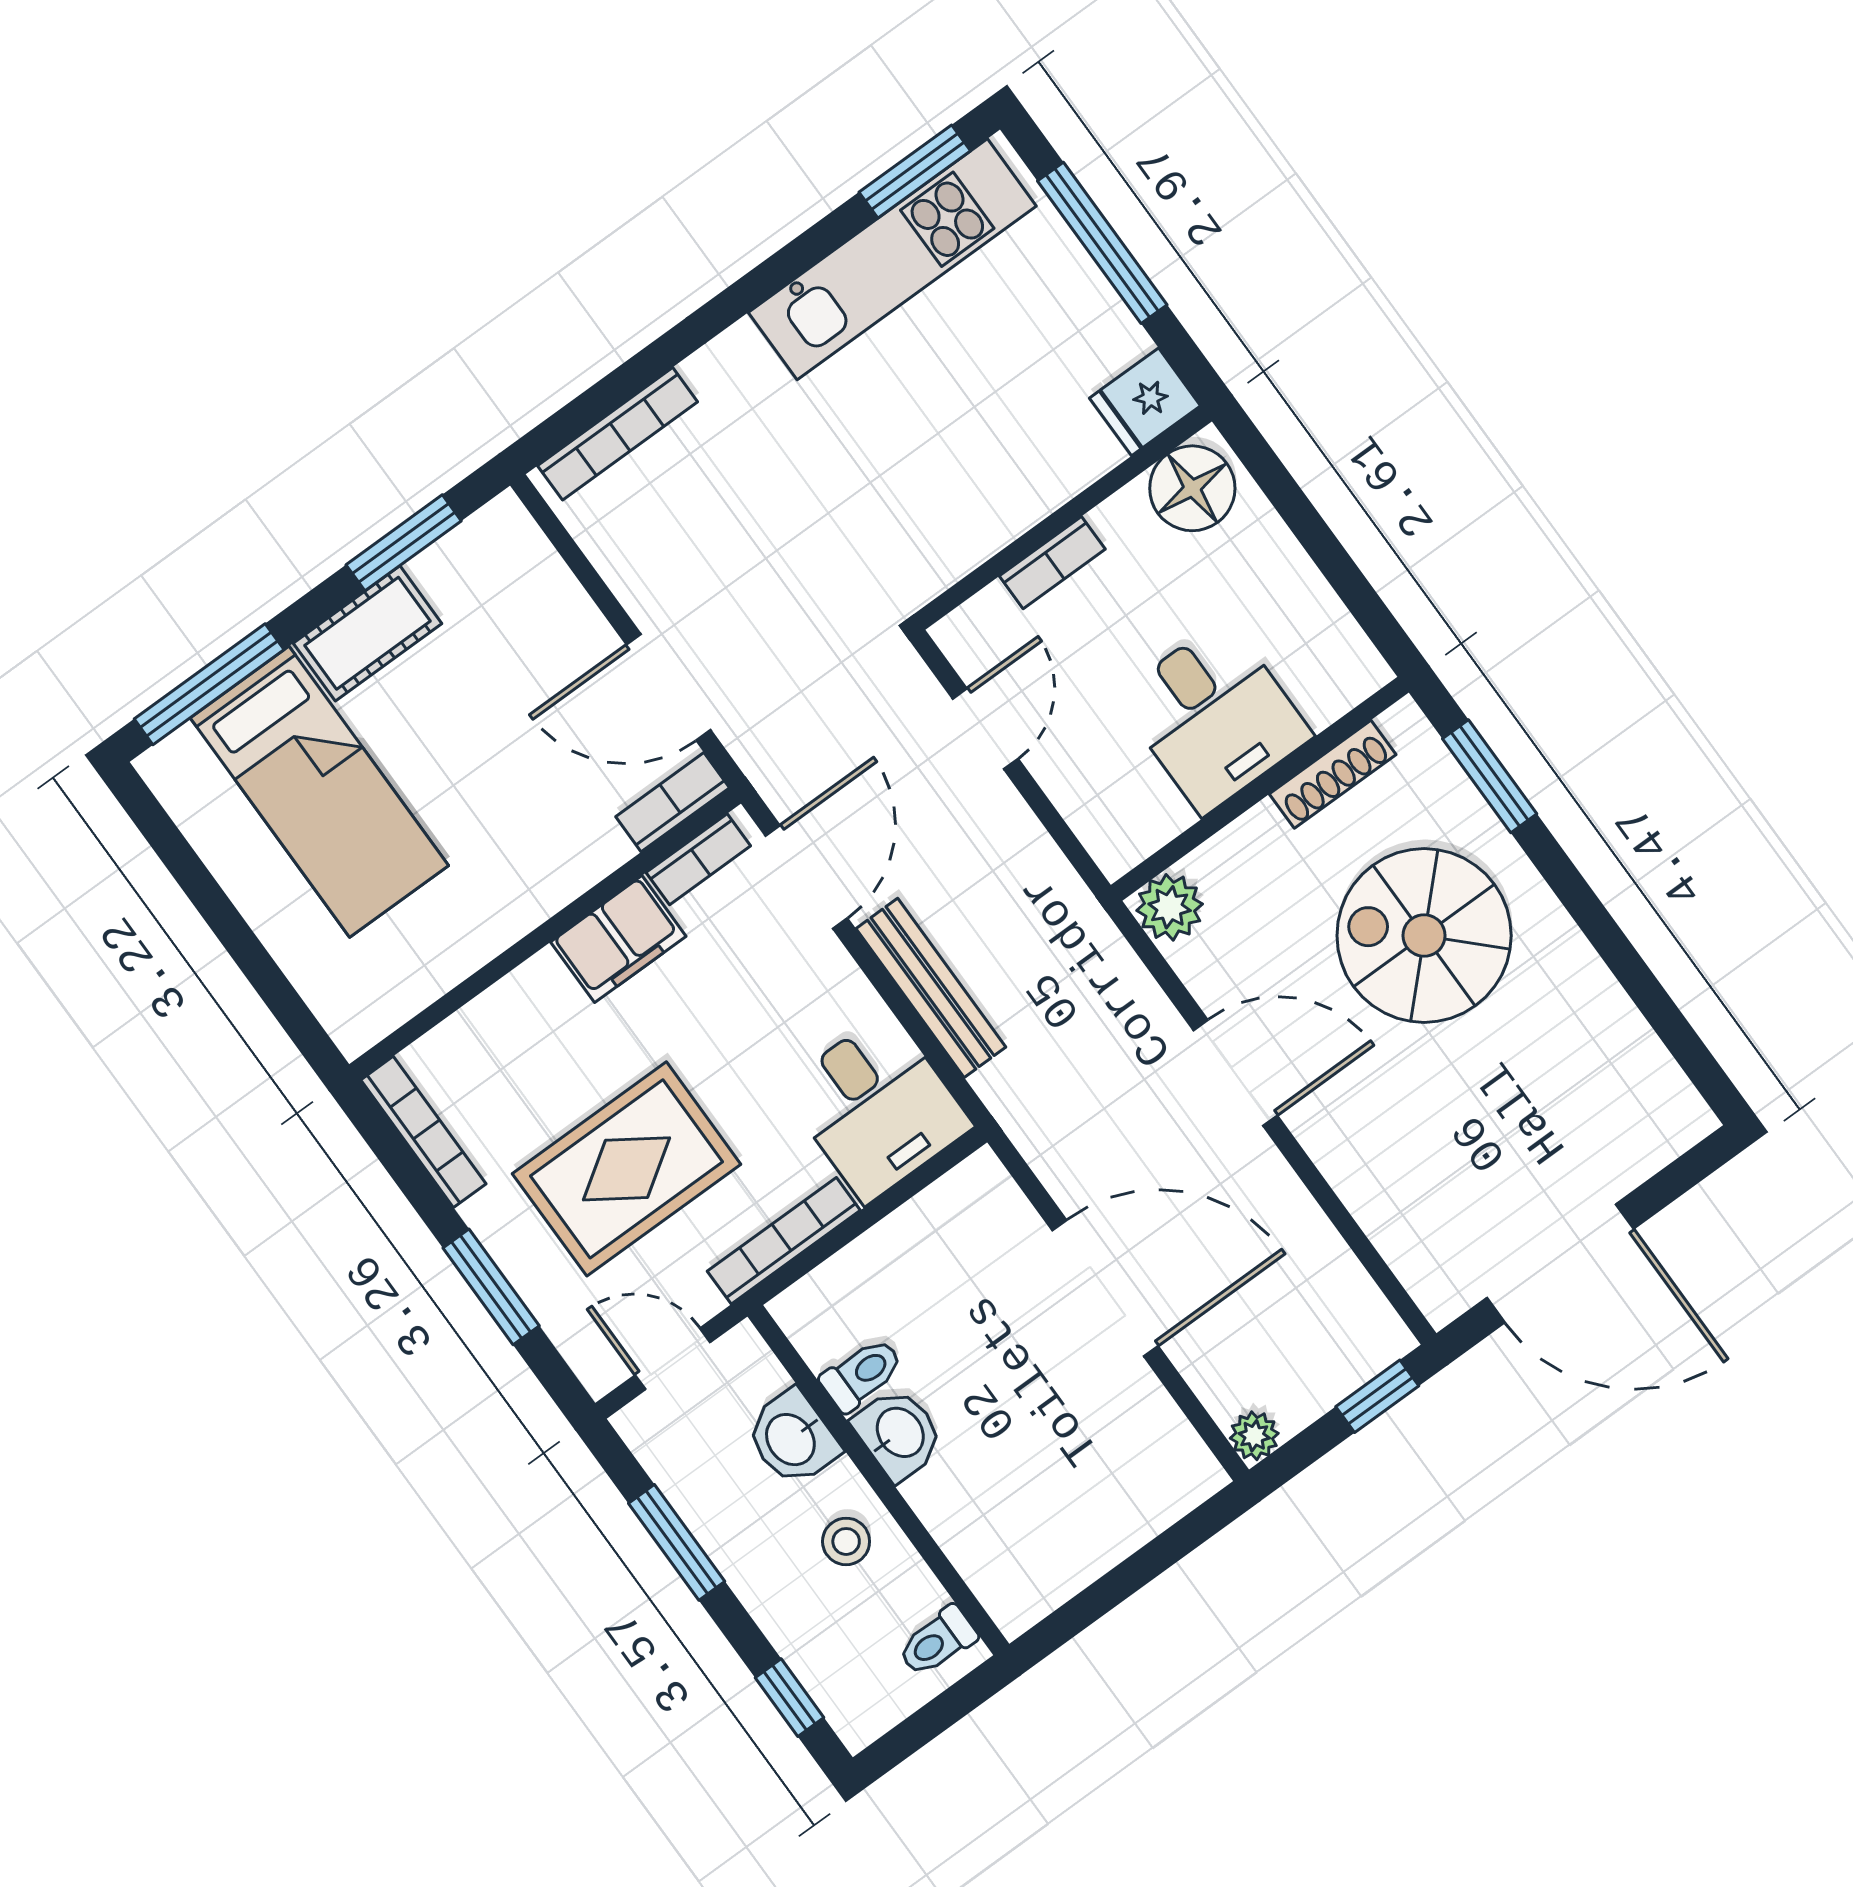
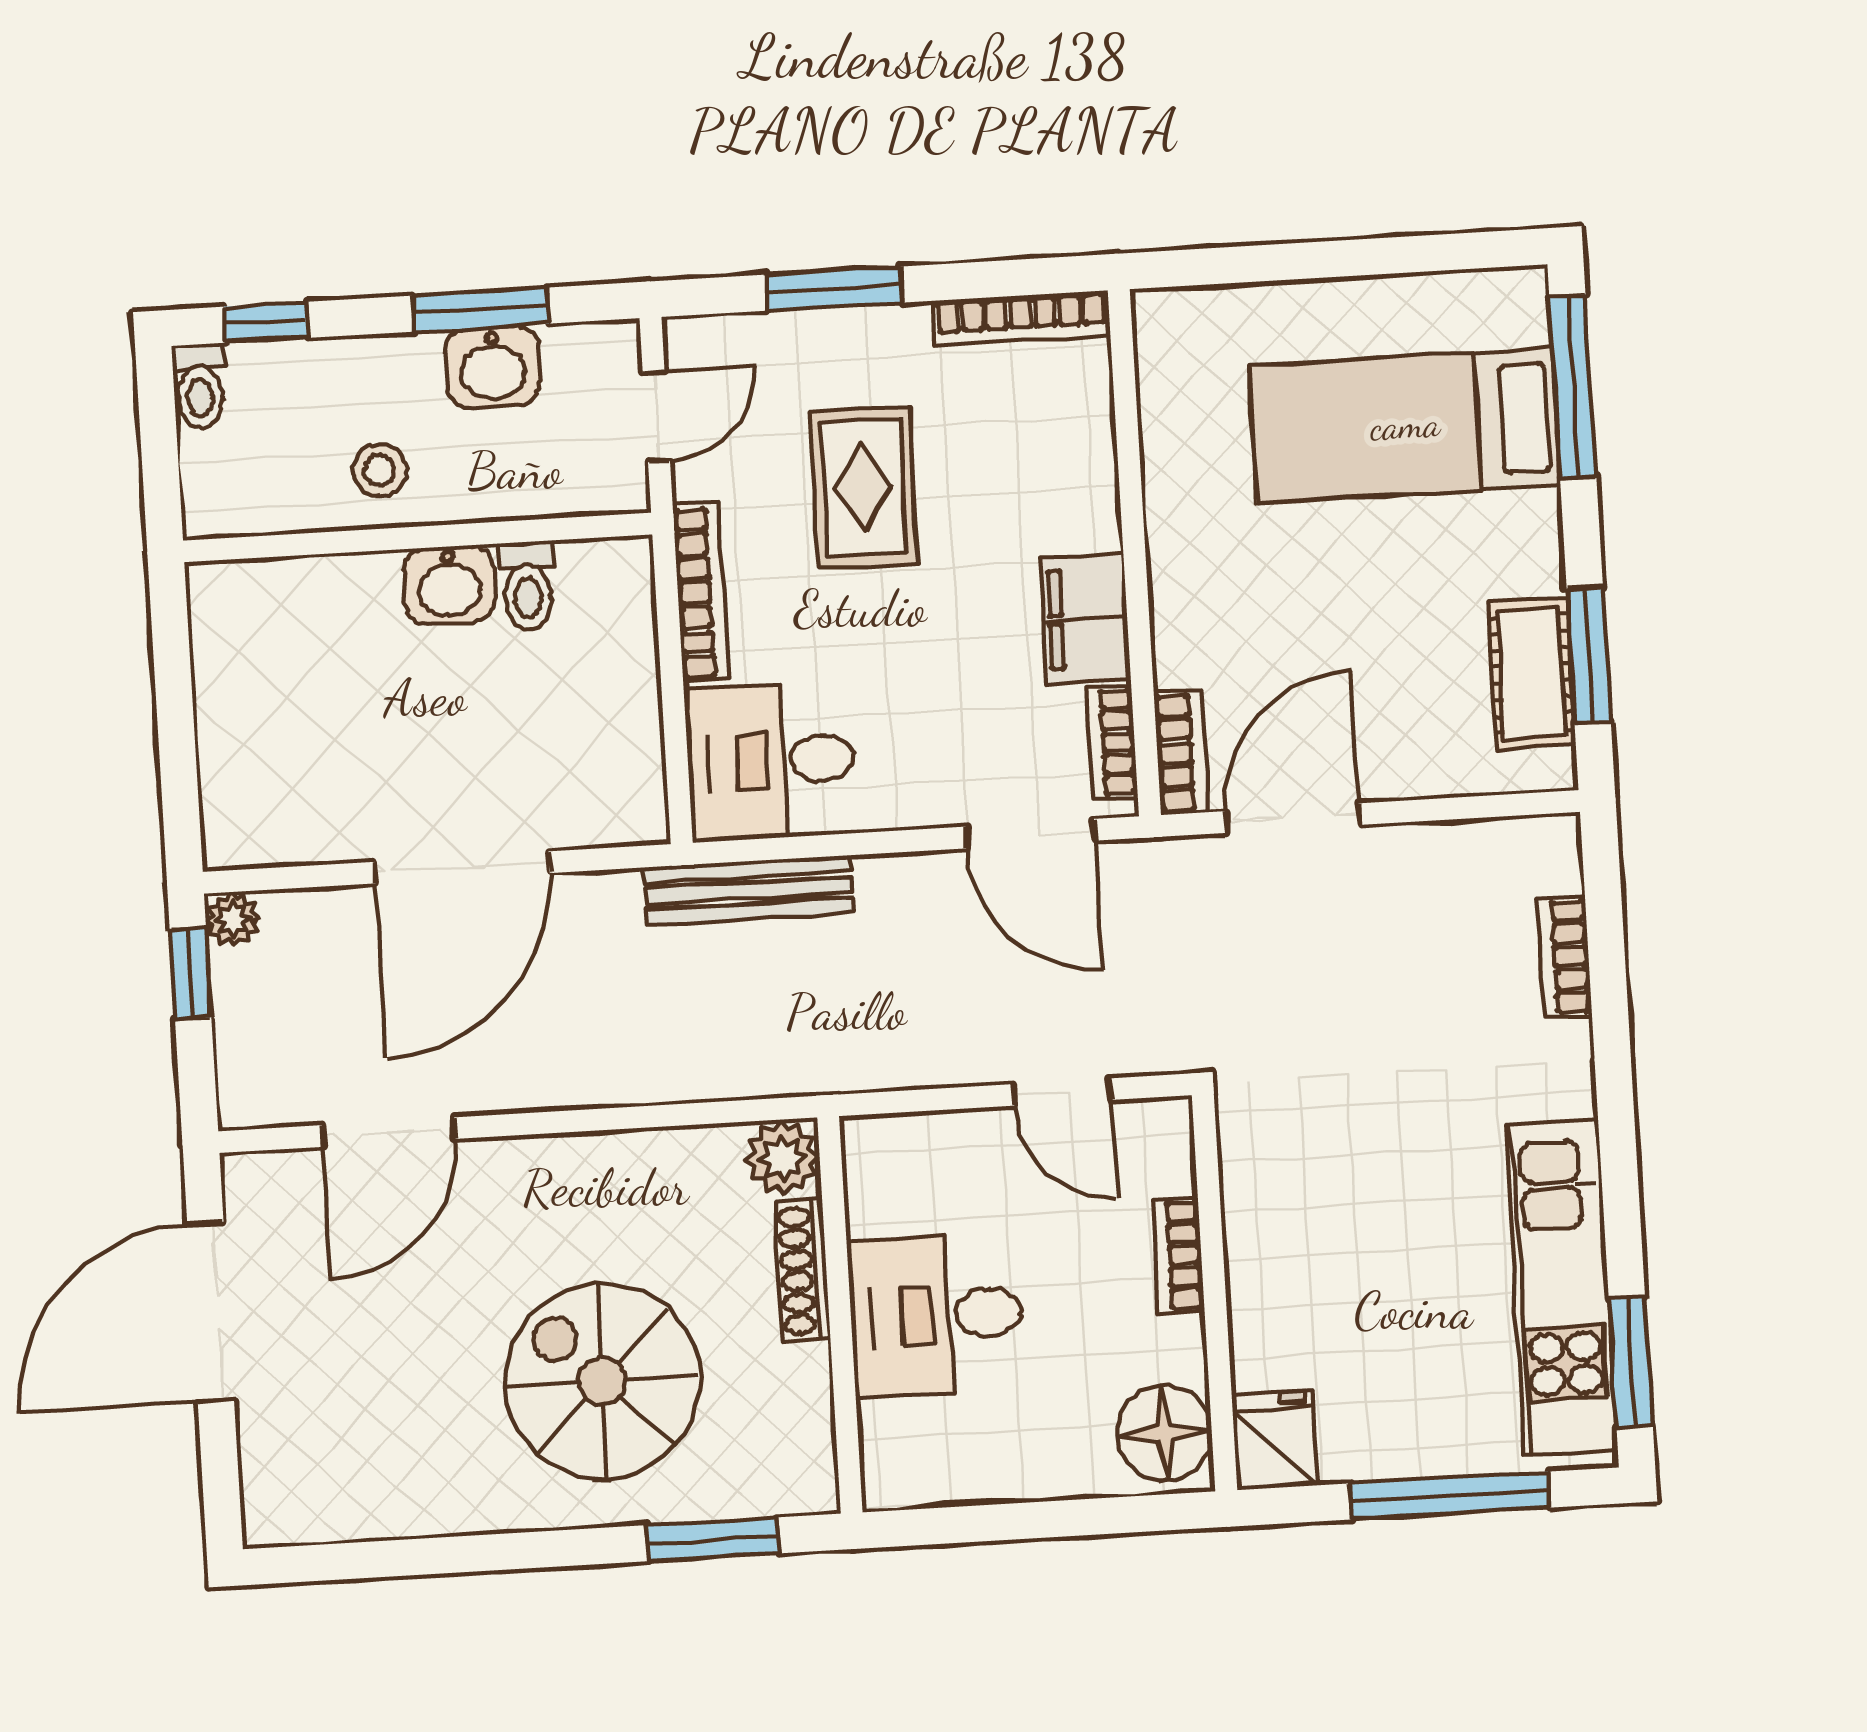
bookcase: (618, 434) -> (1565, 957), width x0.64
cot: (368, 633) -> (1532, 674), moved
shoe rack: (1333, 774) -> (802, 1270), moved
spiral stairs: (1424, 936) -> (602, 1381), turned -90
bench: (931, 988) -> (749, 890), moved
door: (1235, 1073) -> (389, 1132), moved
rug: (627, 1169) -> (863, 488), width x0.73, depth x0.70
window: (1377, 1396) -> (191, 974), moved
washbasin: (792, 1438) -> (493, 367), moved, turned 180
toilet: (937, 1641) -> (200, 386), moved, turned 180

